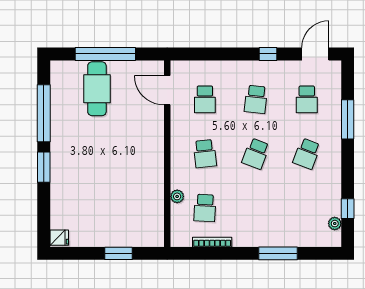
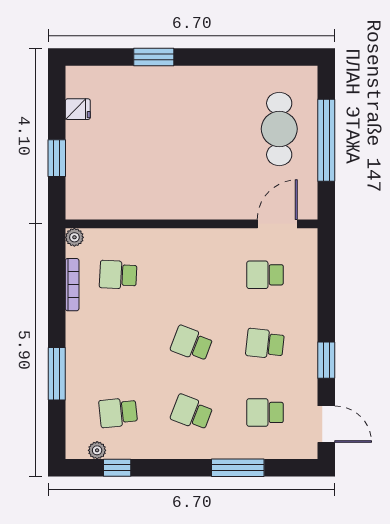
window: (268, 54) -> (326, 360), width x1.50
cafe table: (97, 89) -> (279, 129), turned 90
window: (44, 113) -> (246, 57), removed
school desk: (205, 154) -> (118, 412), moved
window: (44, 167) -> (154, 57), moved
plant: (177, 196) -> (74, 237), moved
fridge: (59, 238) -> (78, 109), moved, turned -90

